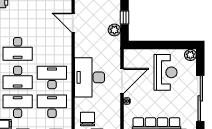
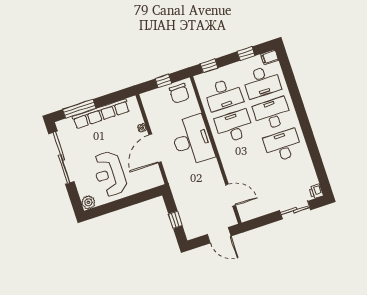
plant: (114, 30) -> (182, 202), removed
desk: (52, 78) -> (234, 126), turned 180

